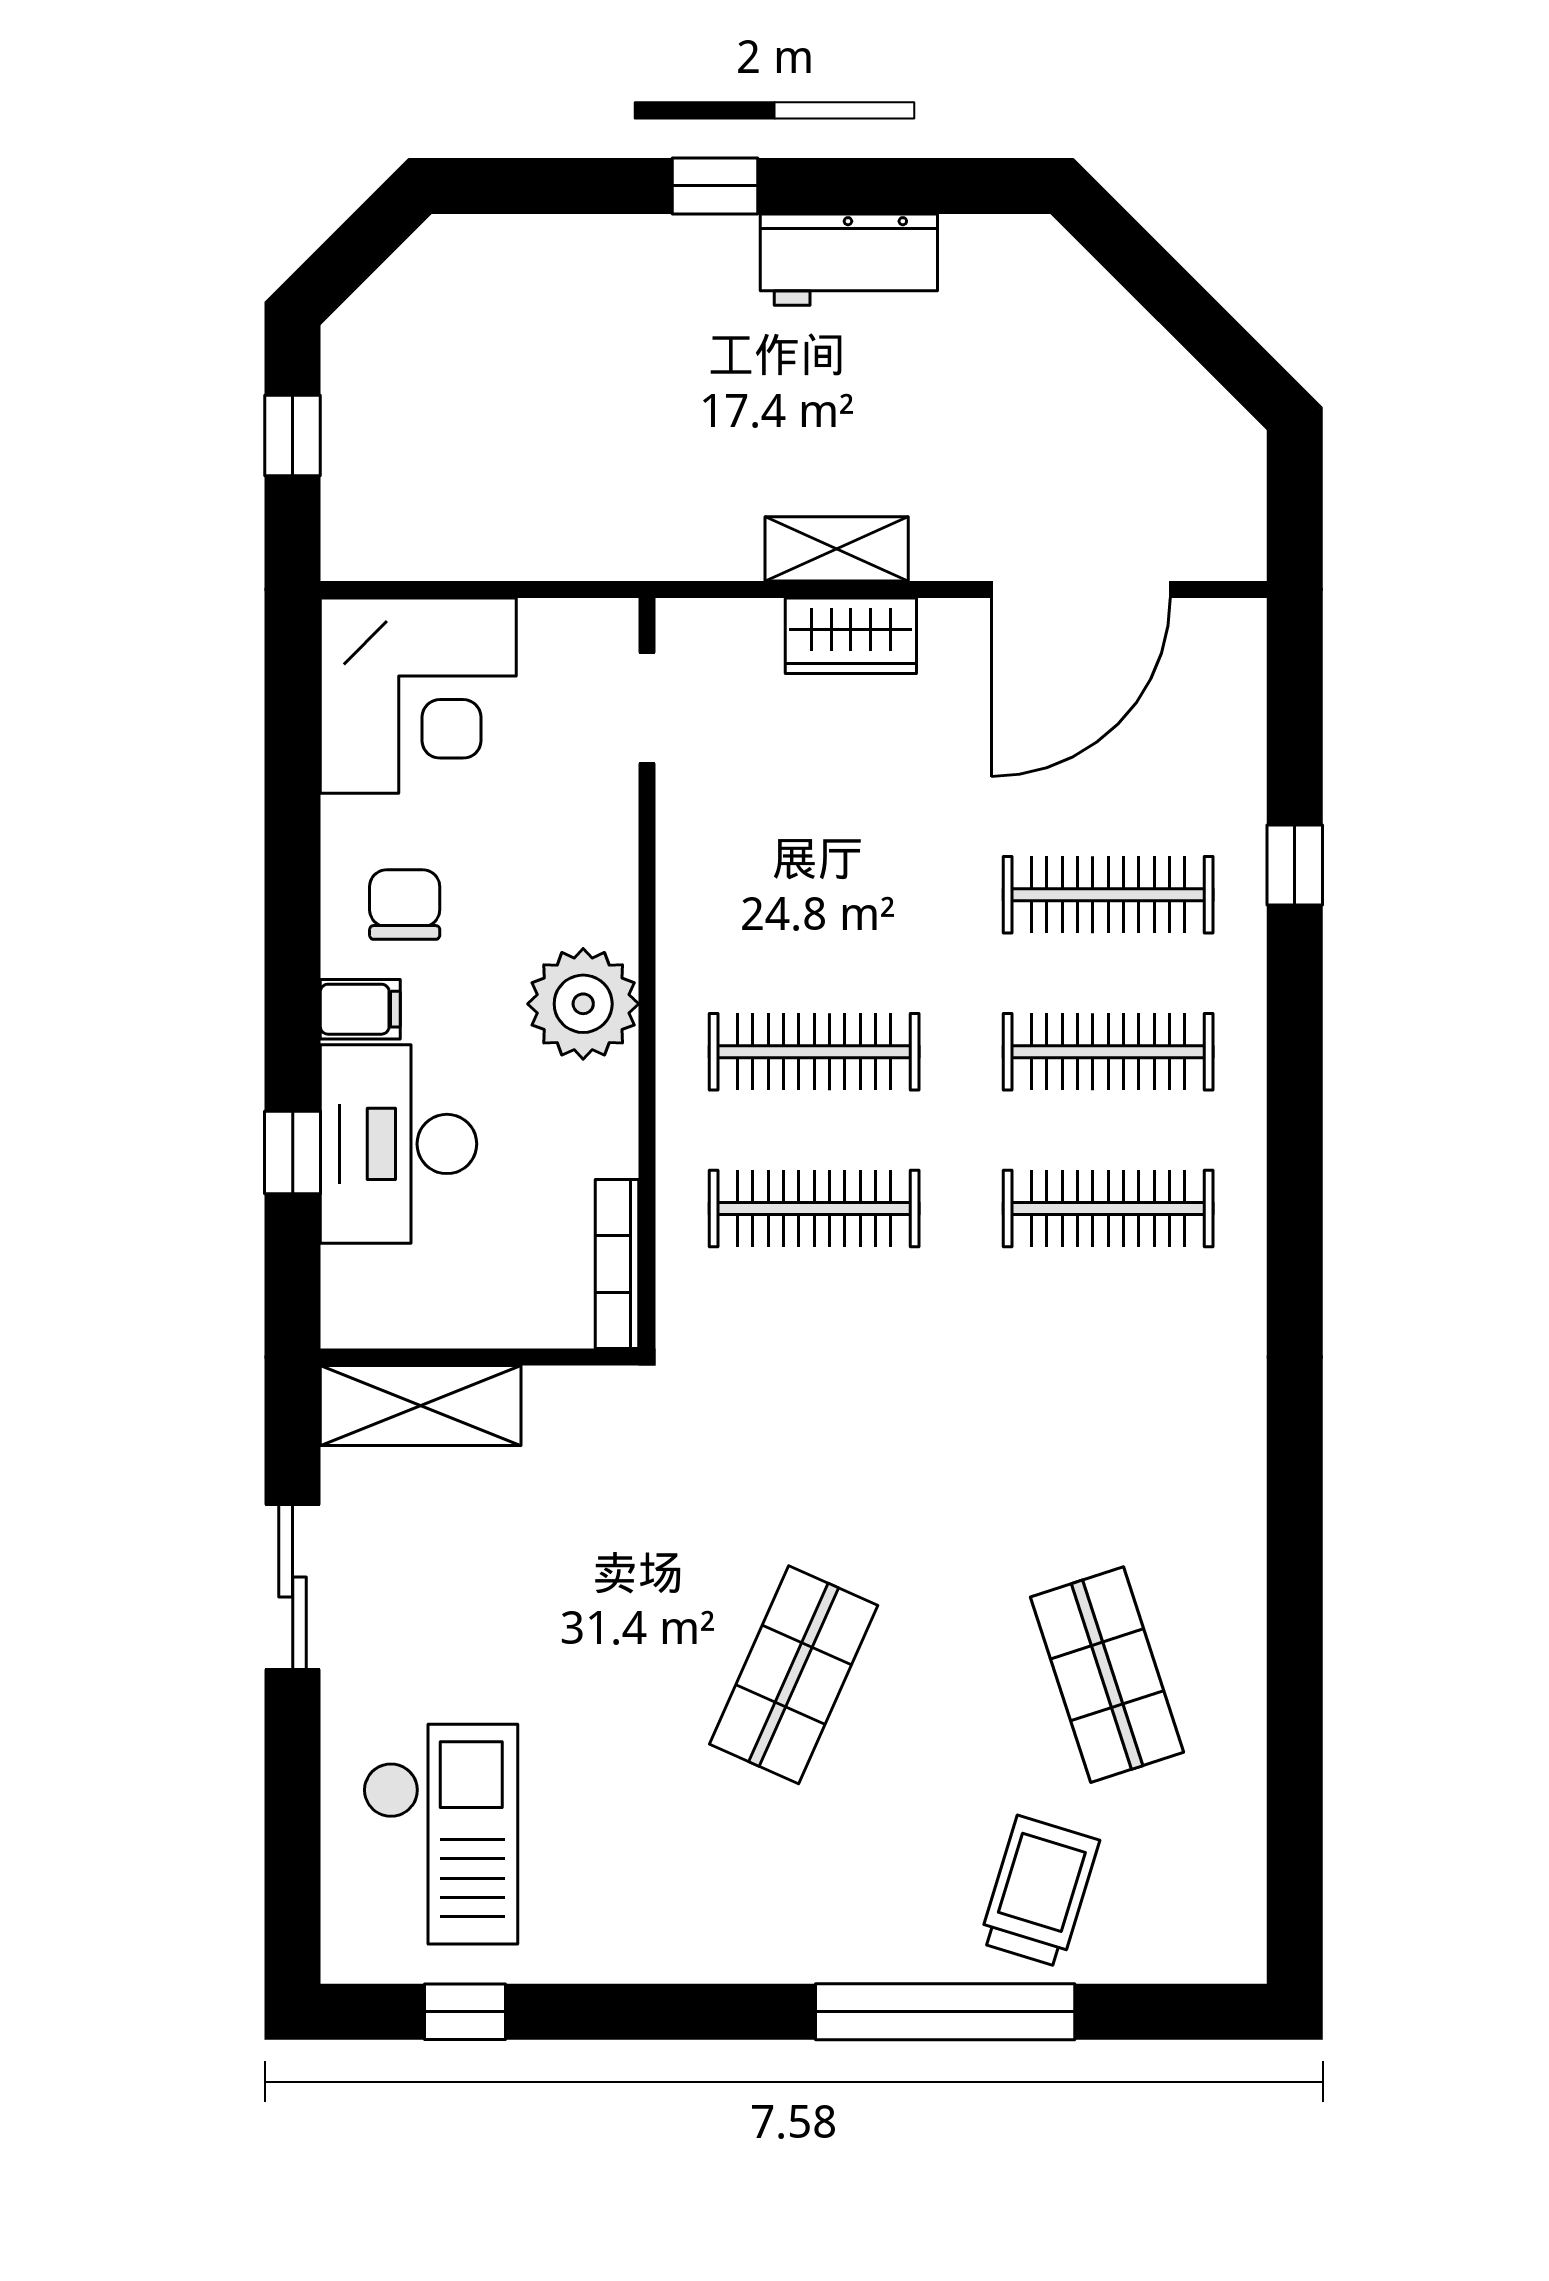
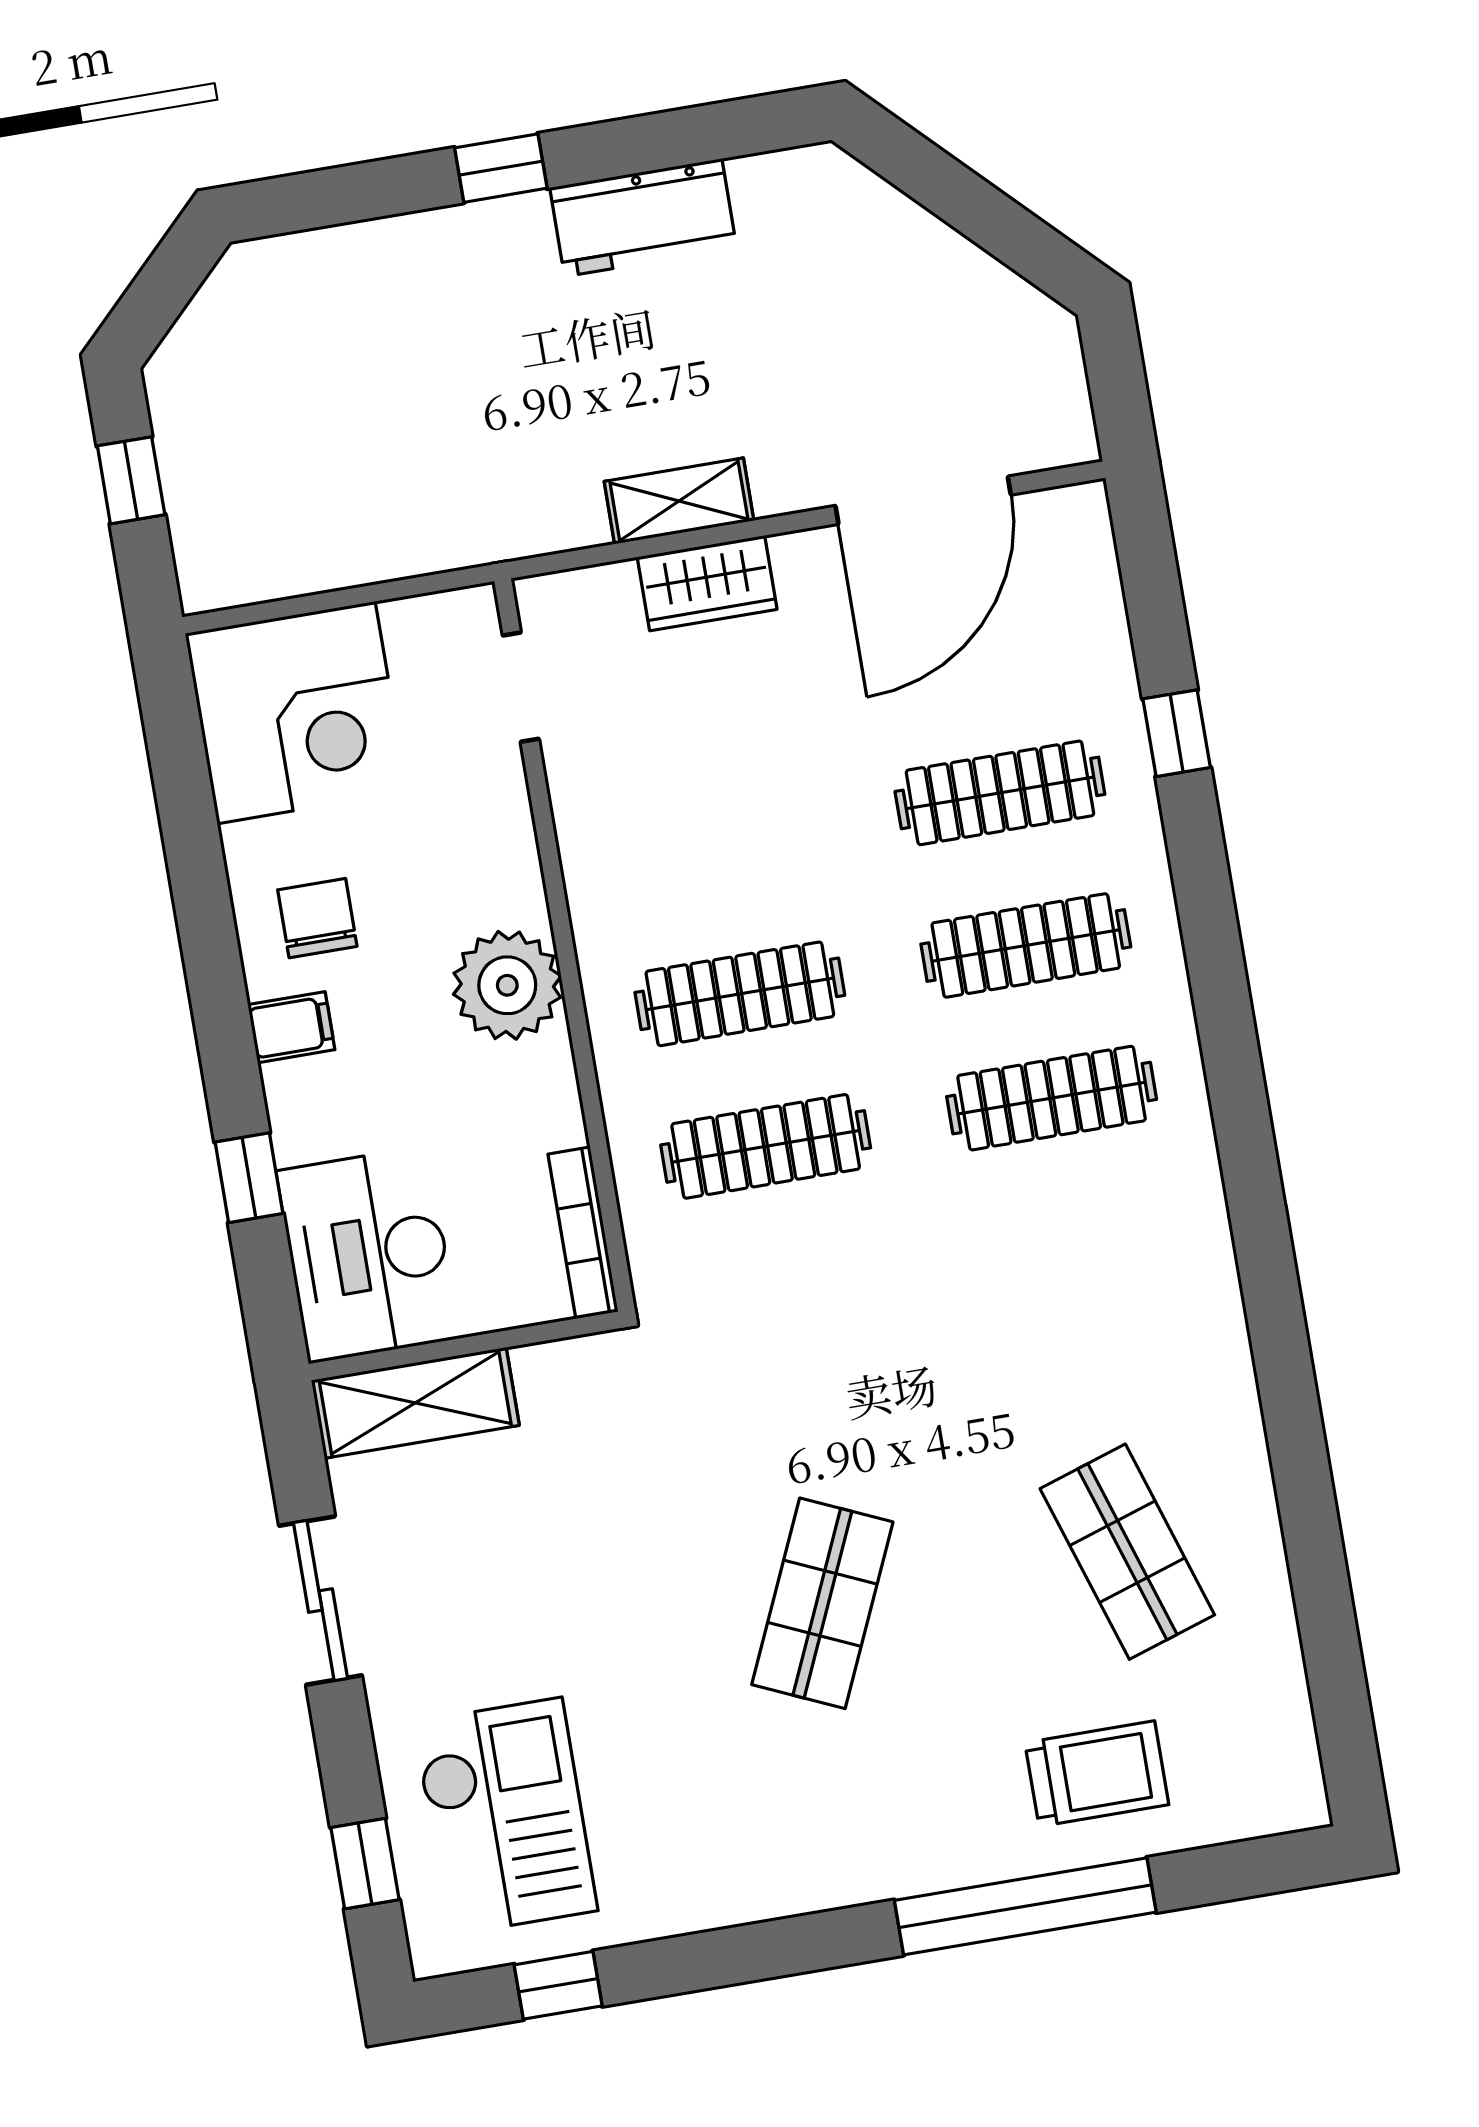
desk: (398, 1144) -> (368, 1255), moved
window: (293, 1858) -> (365, 1864), added
trolley: (1039, 1891) -> (1097, 1774), turned 73

